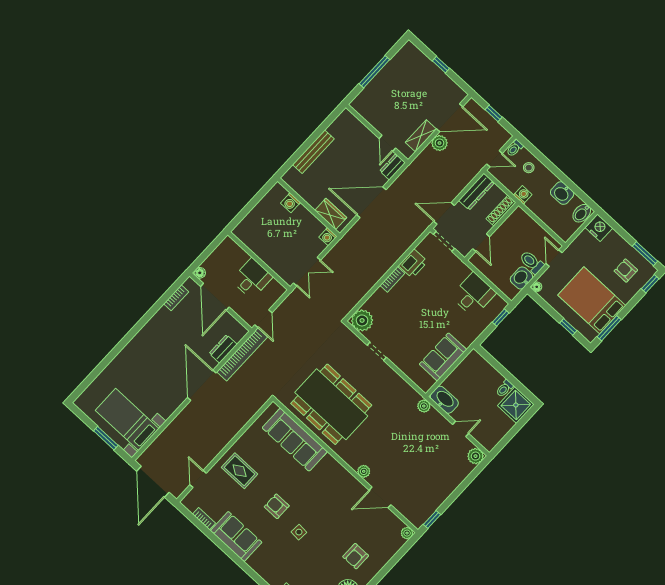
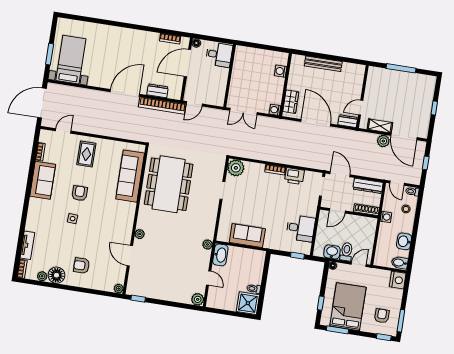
desk: (252, 278) -> (219, 55), moved

